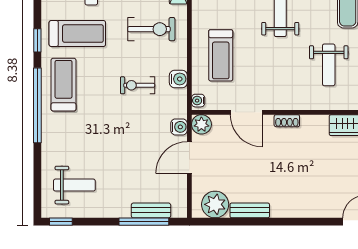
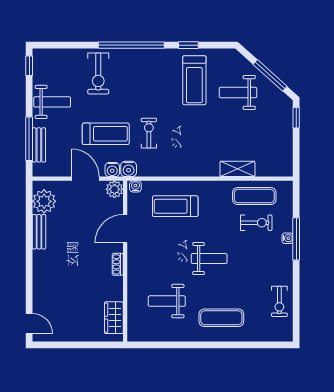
exercise bike: (151, 29) -> (98, 74), moved
water cooler: (178, 79) -> (129, 169), moved
treadmill: (64, 85) -> (106, 134), moved
weight bench: (74, 185) -> (52, 102), moved, turned -90

